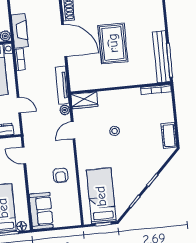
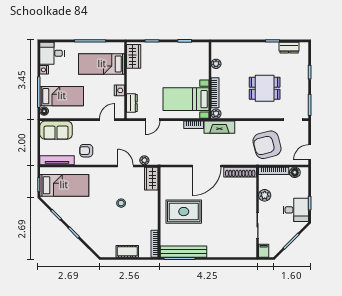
rug: (113, 43) -> (184, 212), moved
tv unit: (62, 85) -> (57, 160), moved
cot: (169, 136) -> (127, 251), moved

